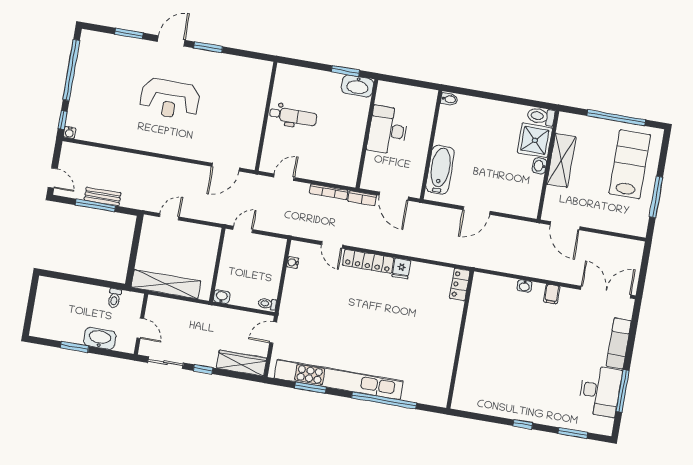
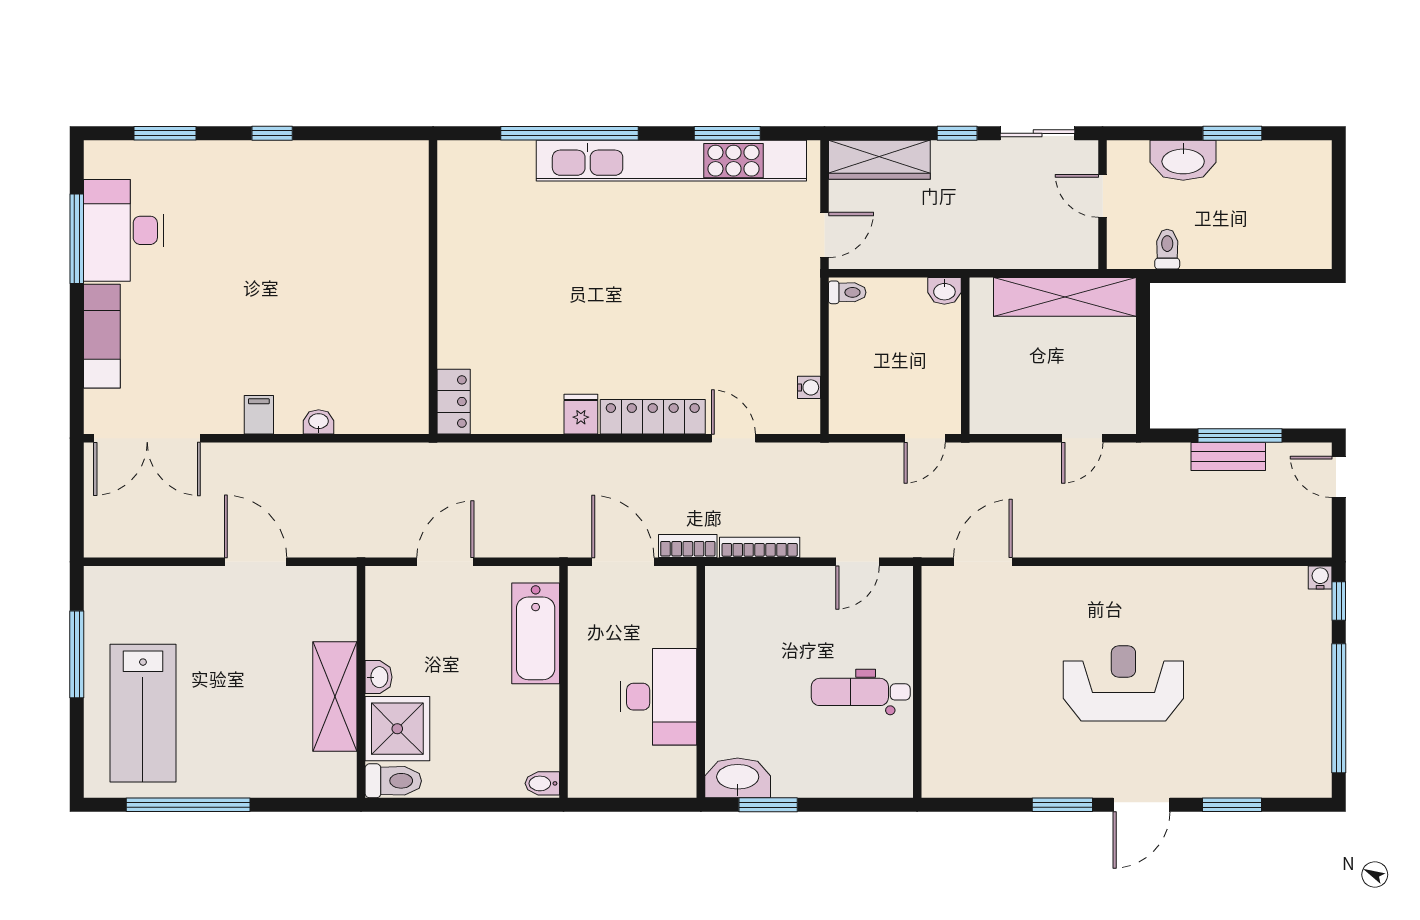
toilet: (541, 116) -> (393, 781), moved
shower: (535, 140) -> (397, 729), moved
shelving: (561, 160) -> (335, 696), moved
wall: (548, 165) -> (361, 682), moved
washbasin: (539, 166) -> (379, 677), moved

